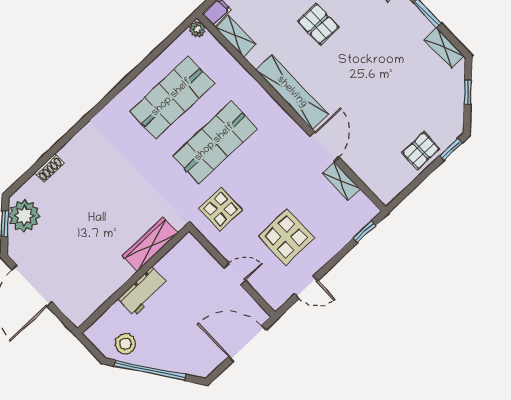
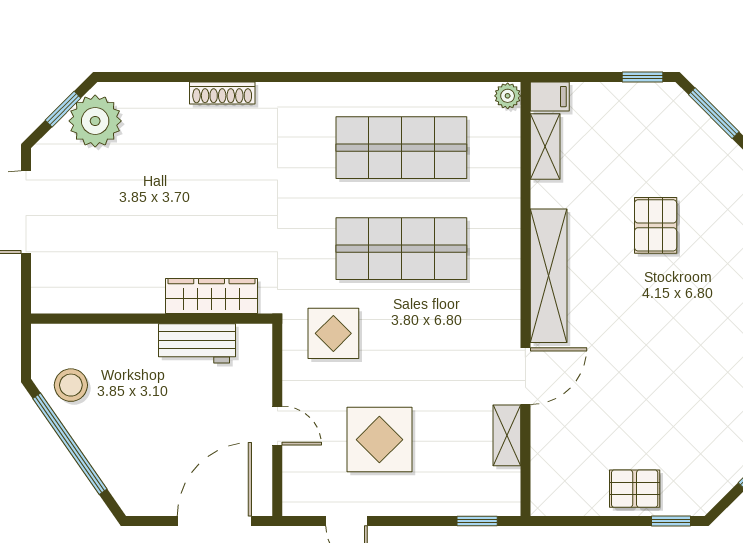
shoe rack: (49, 168) -> (222, 93), moved, width x1.43
workbench: (143, 291) -> (197, 343), moved
door: (247, 343) -> (214, 521), hinge flipped

